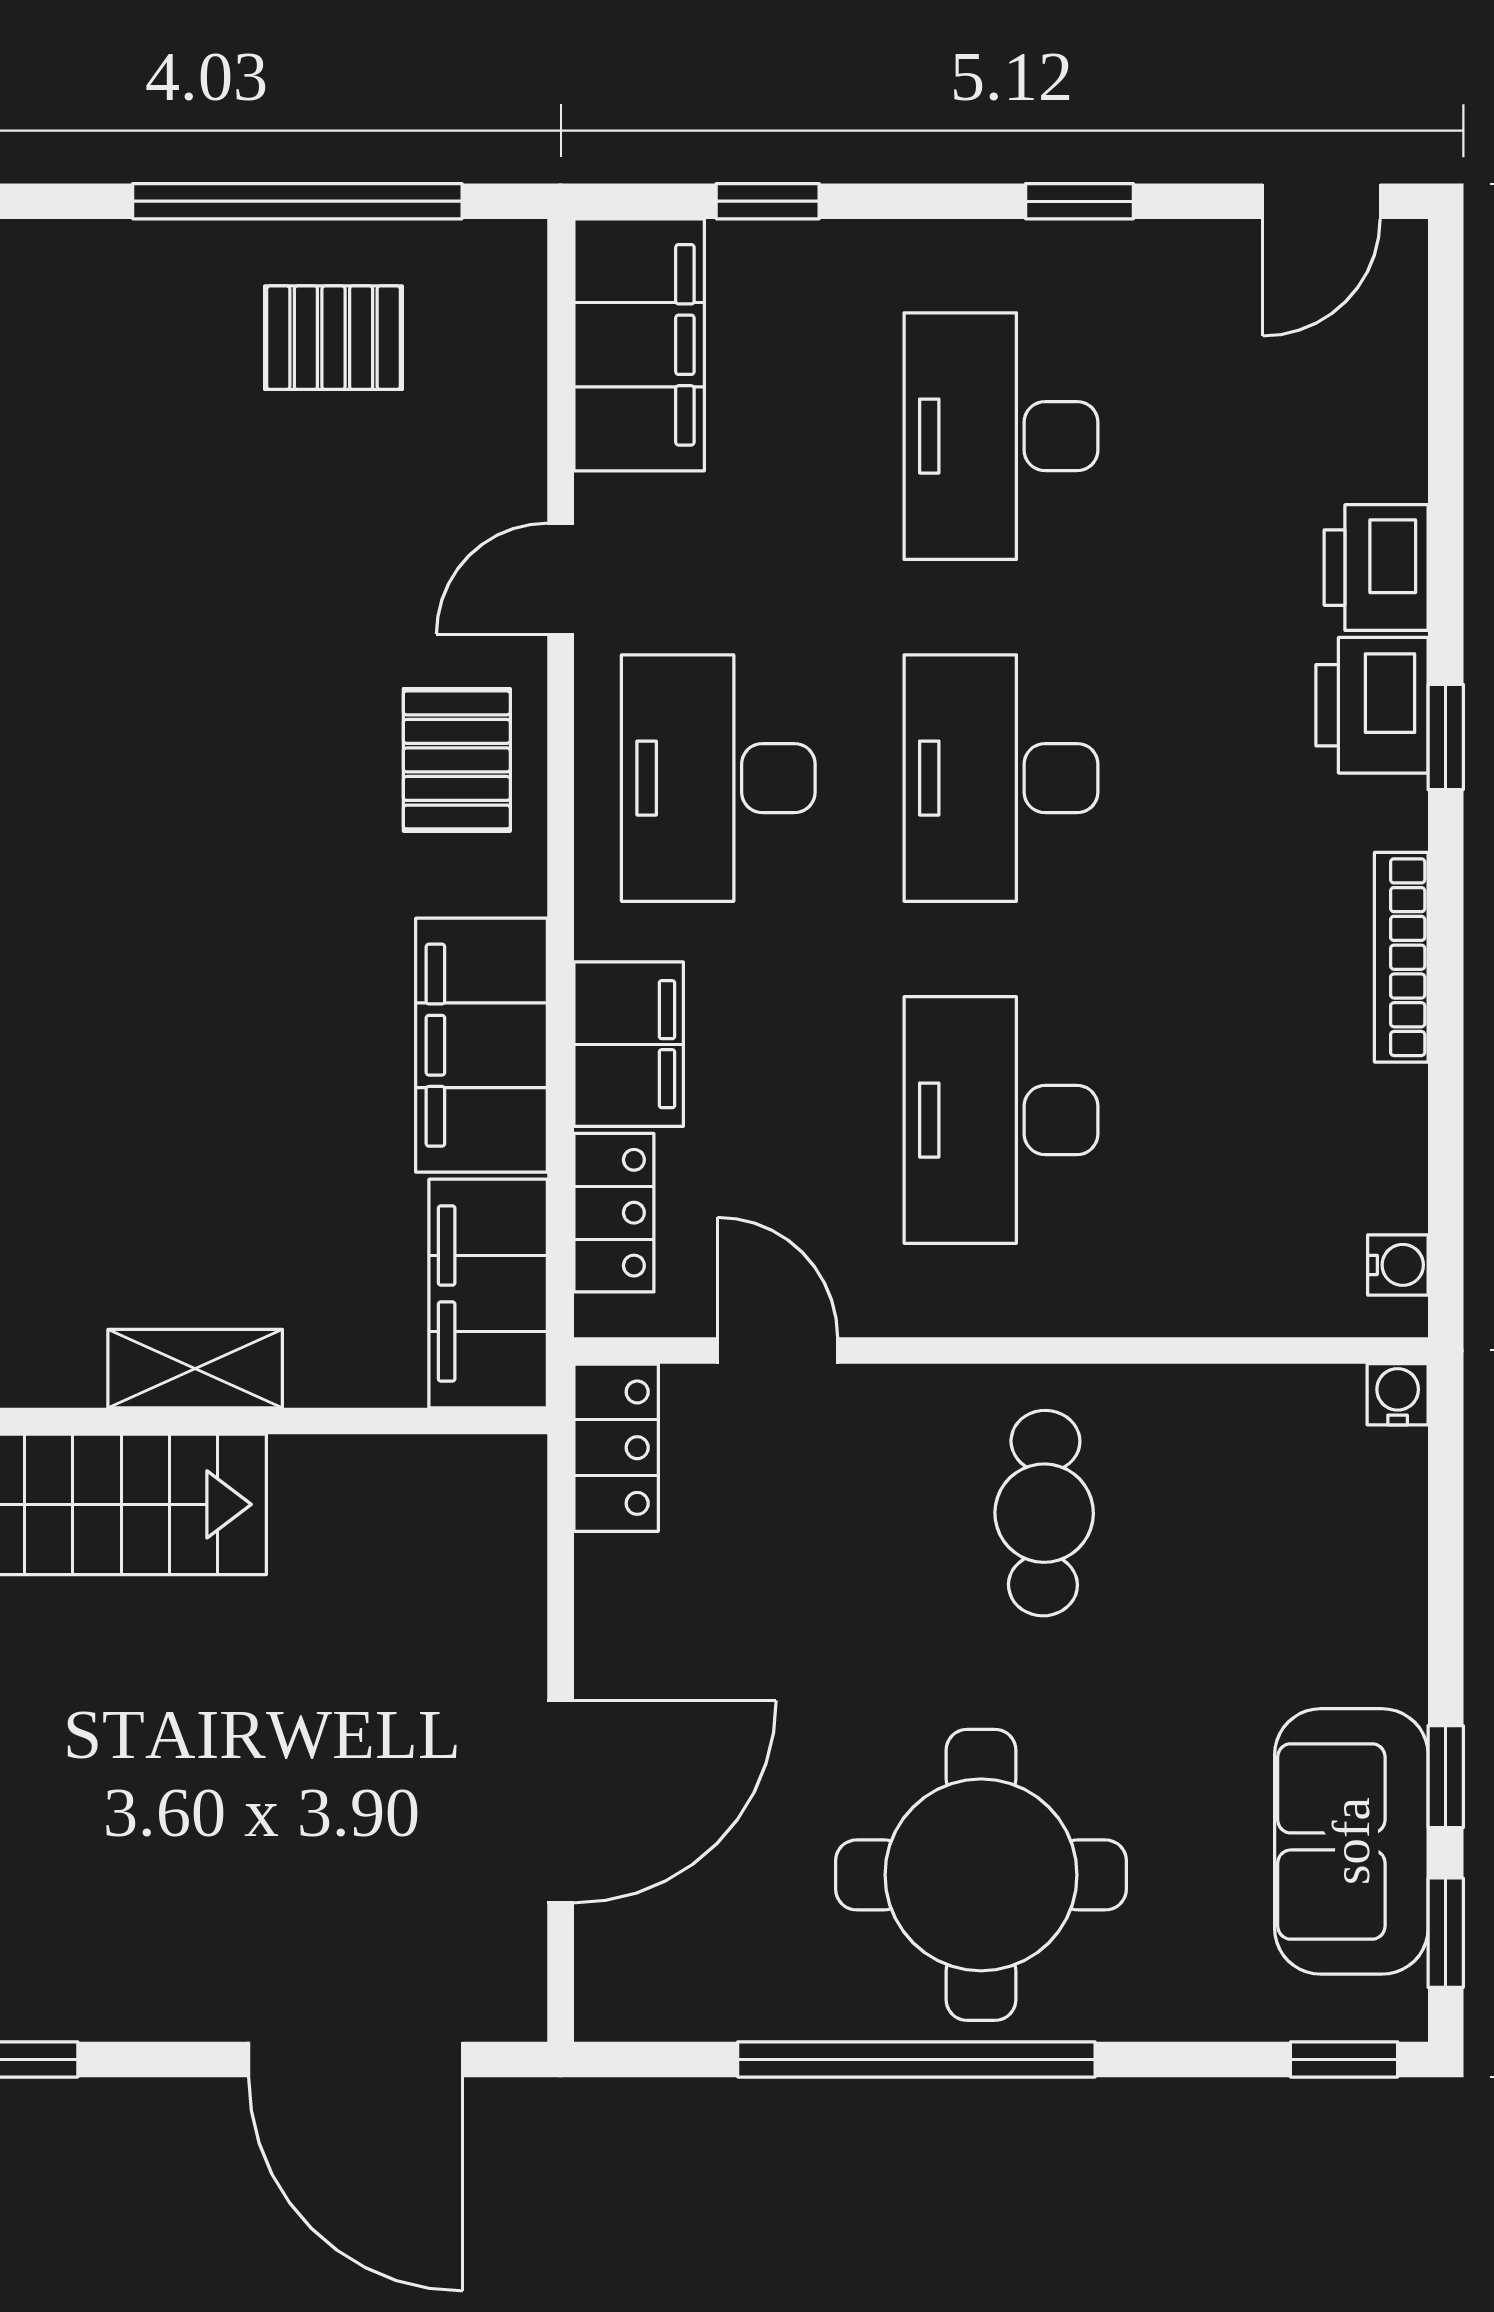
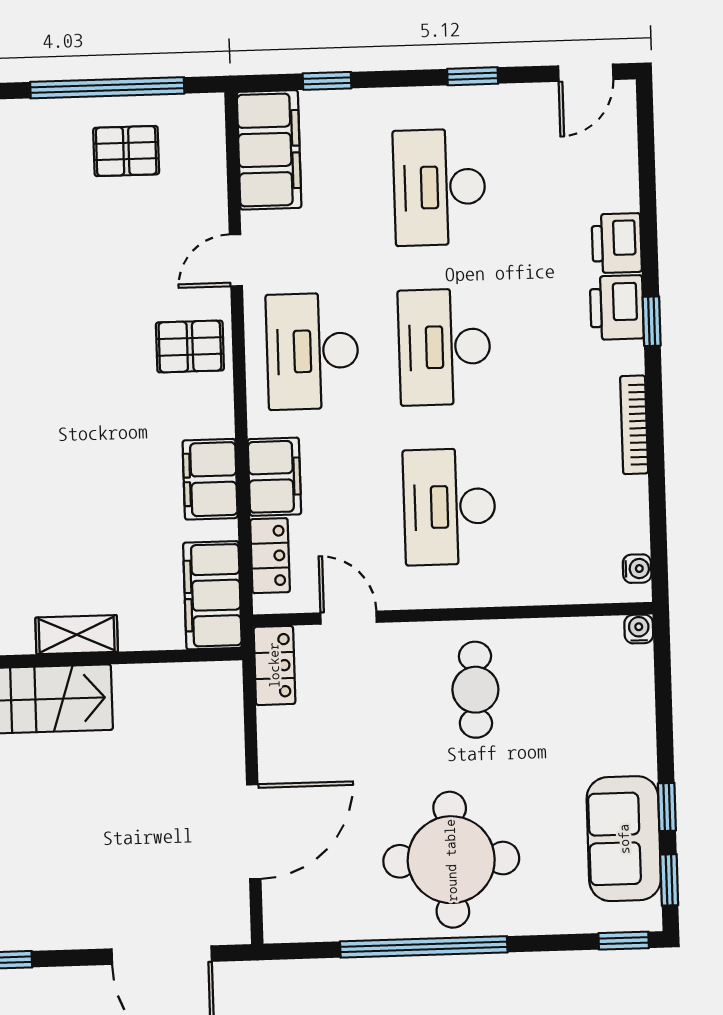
pallet: (457, 760) -> (190, 346), turned 90
filing cabinet: (482, 1045) -> (210, 479), width x0.67, depth x0.86

